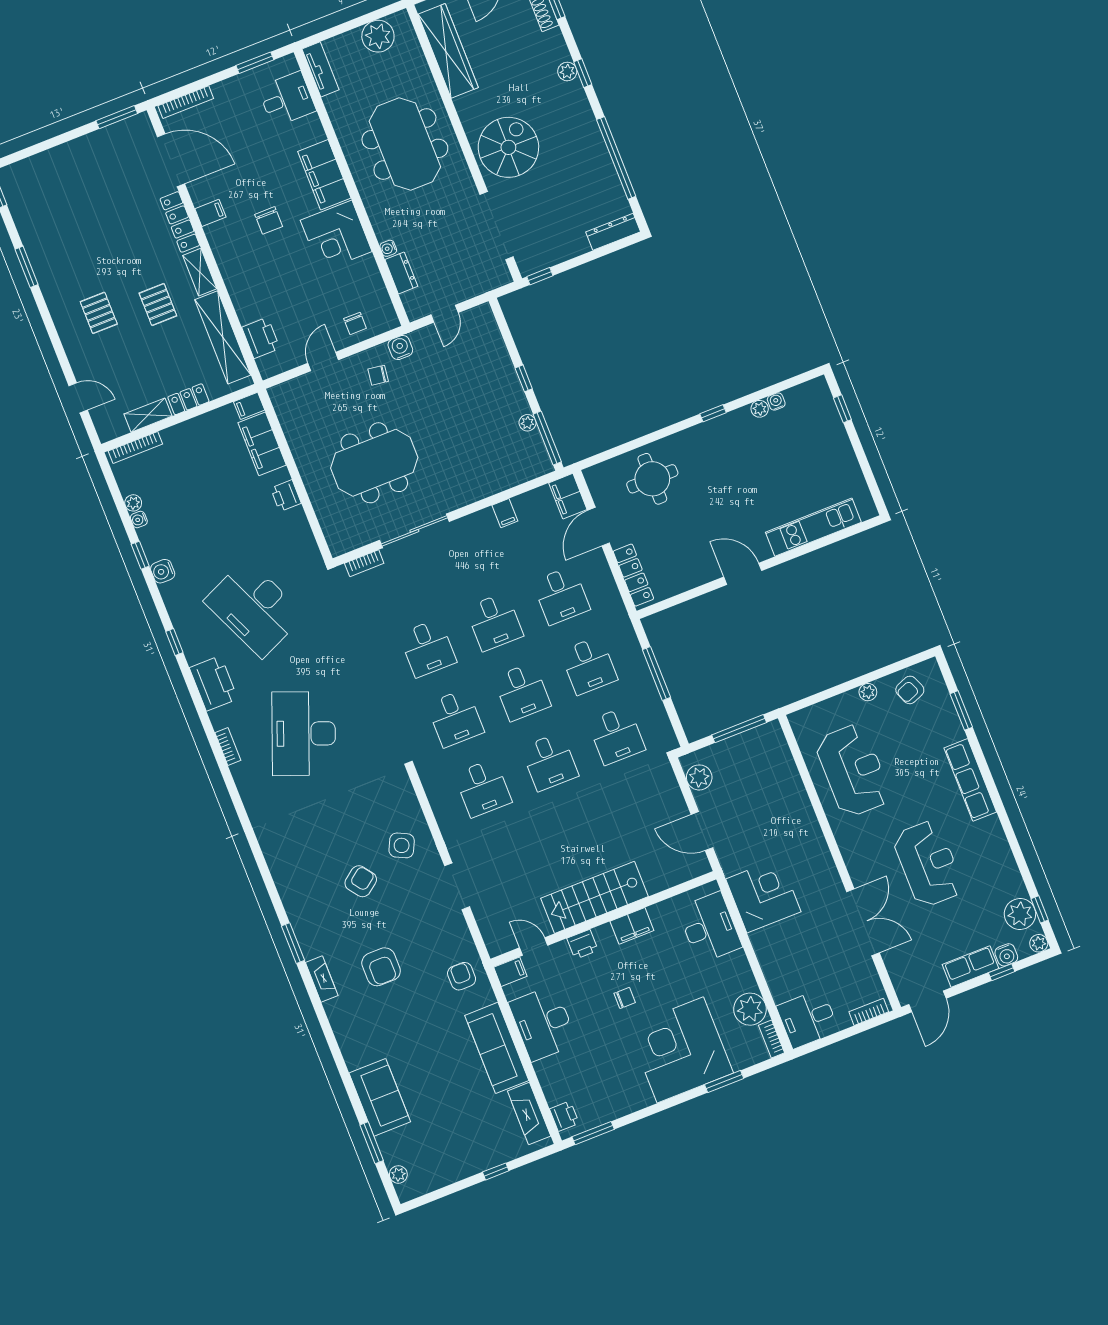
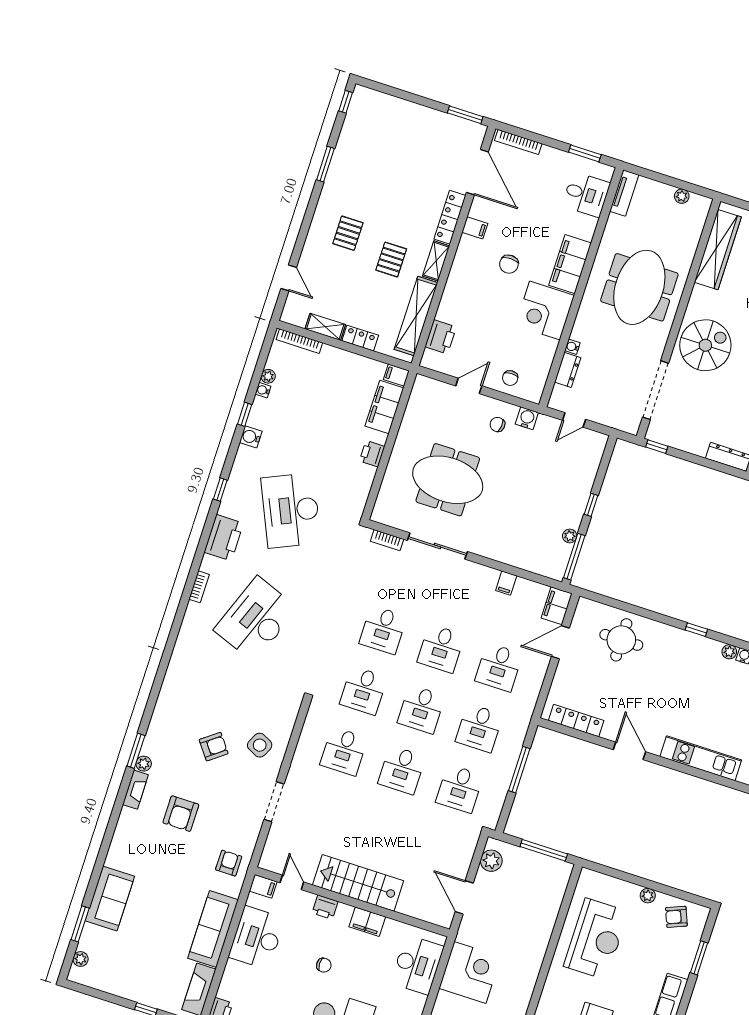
plant: (378, 36) -> (682, 196), width x0.53, depth x0.53
locker: (633, 575) -> (576, 721), moved, turned -90
plant: (310, 949) -> (144, 764), added

